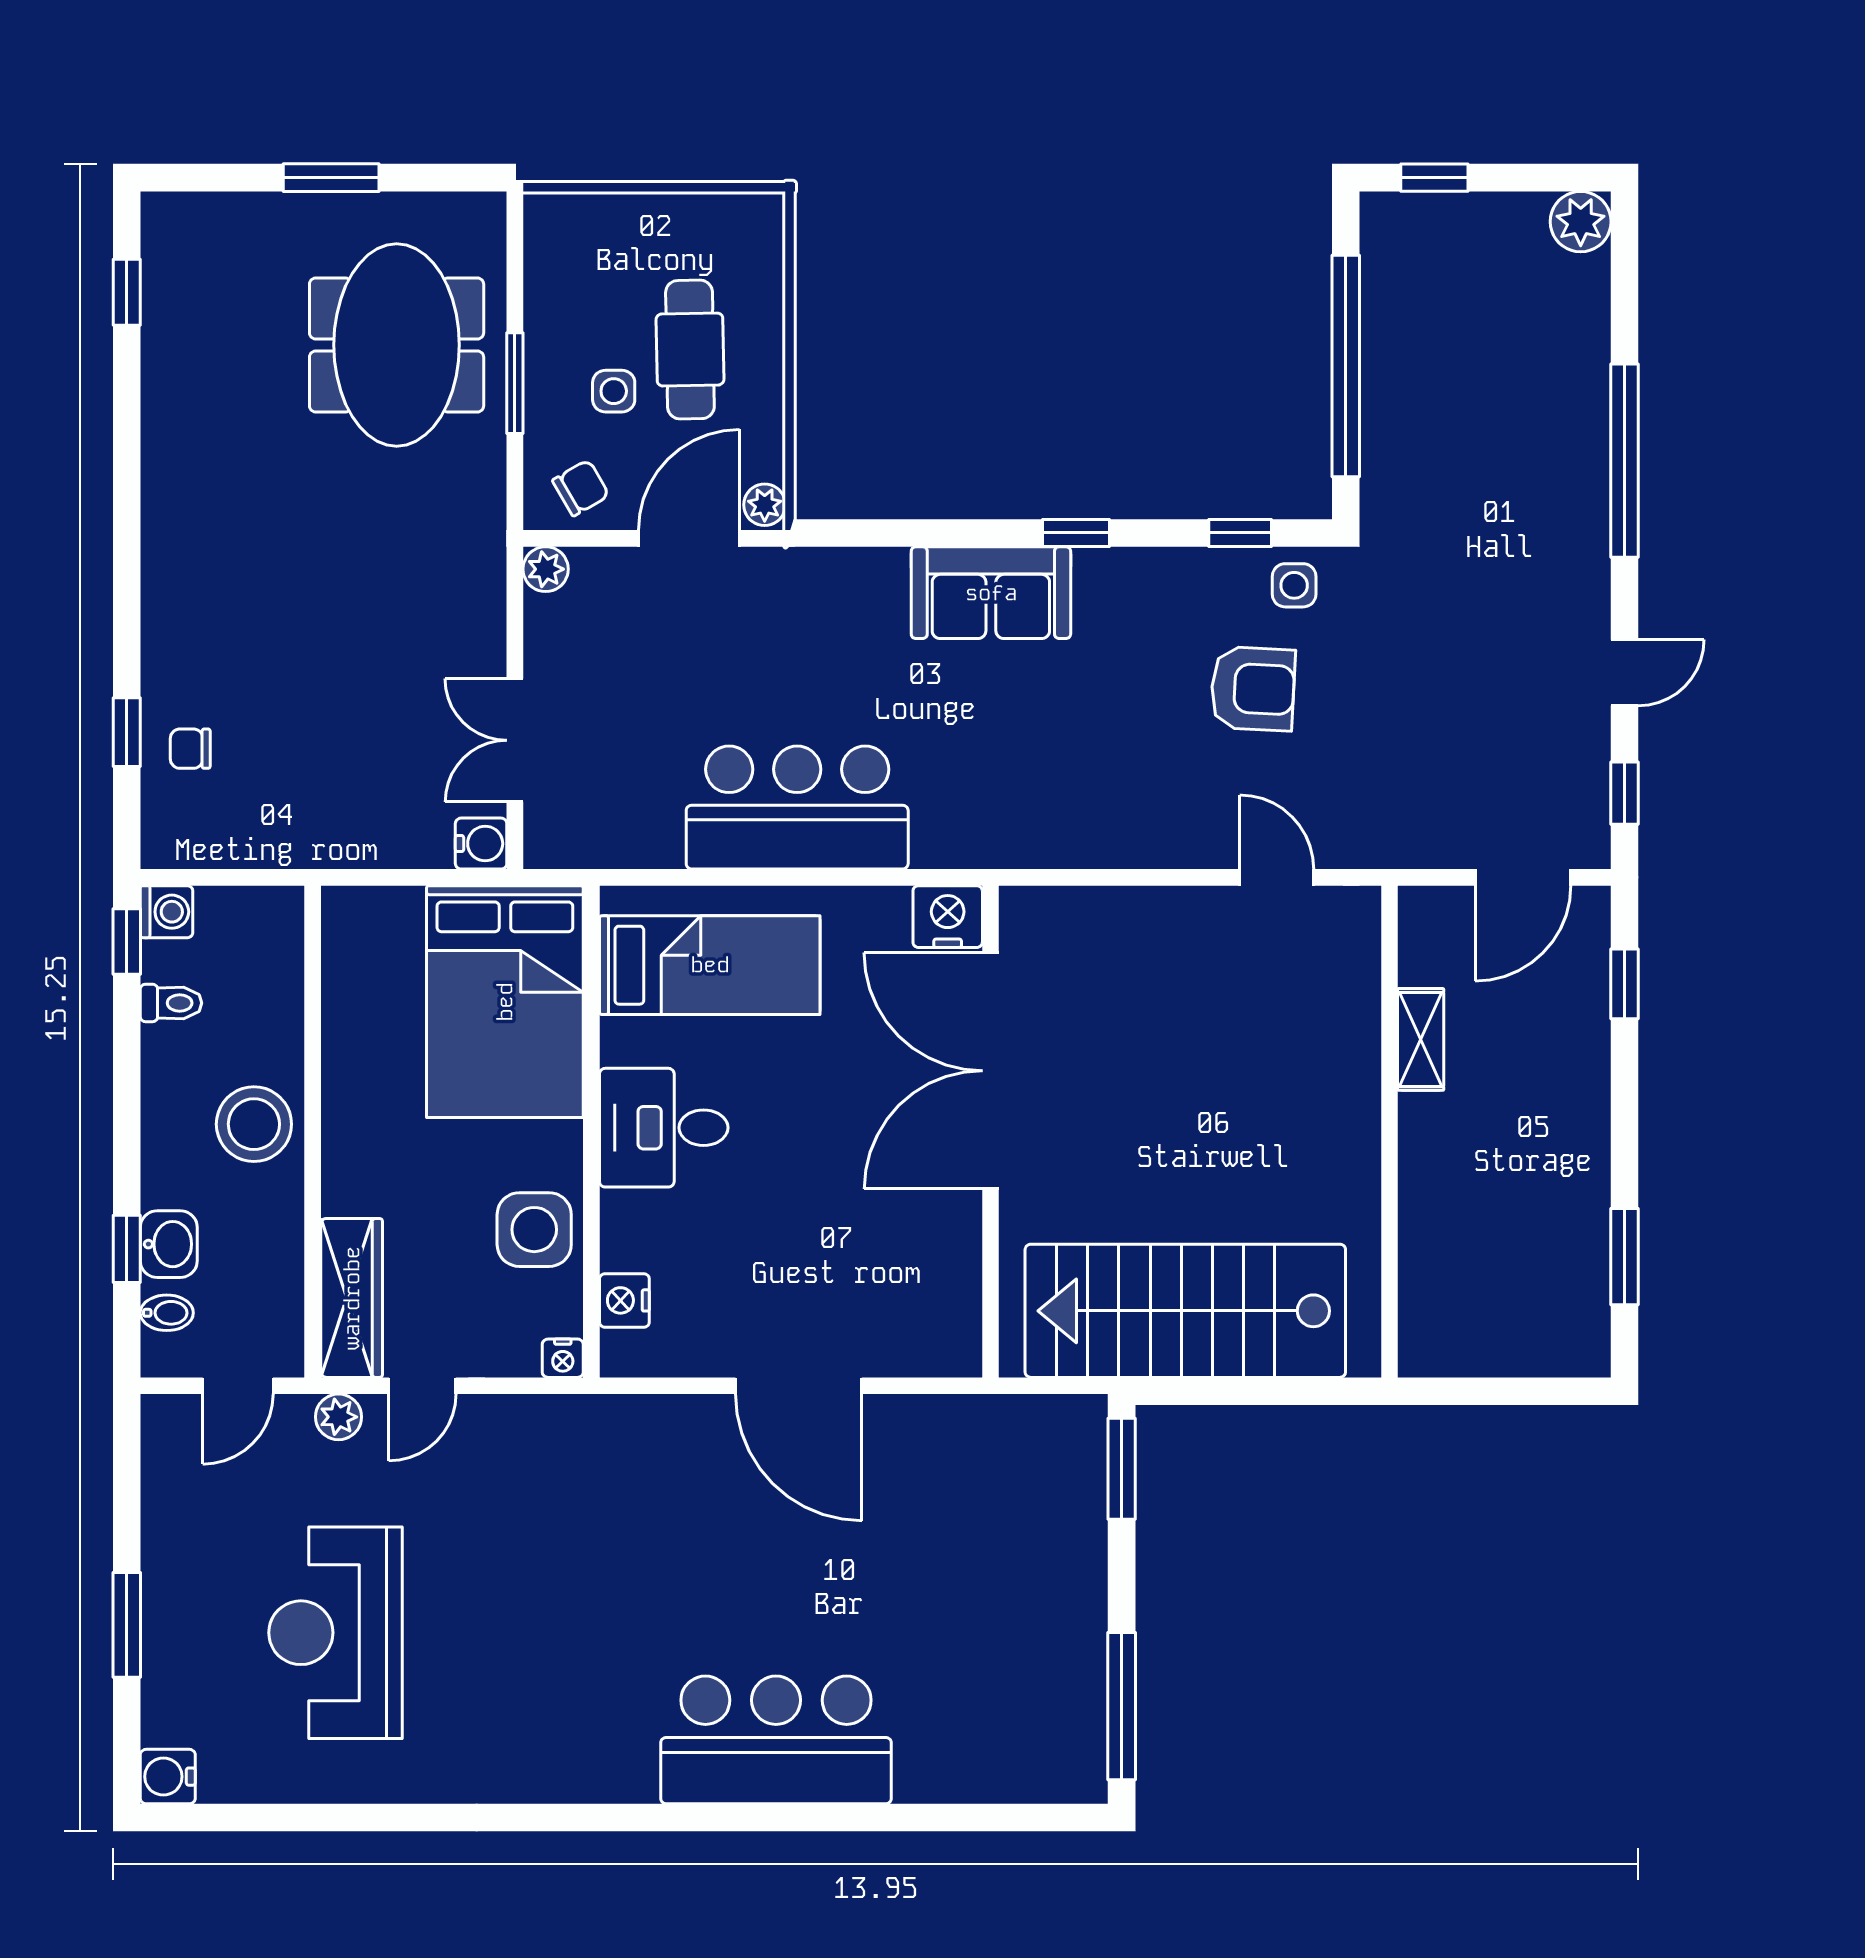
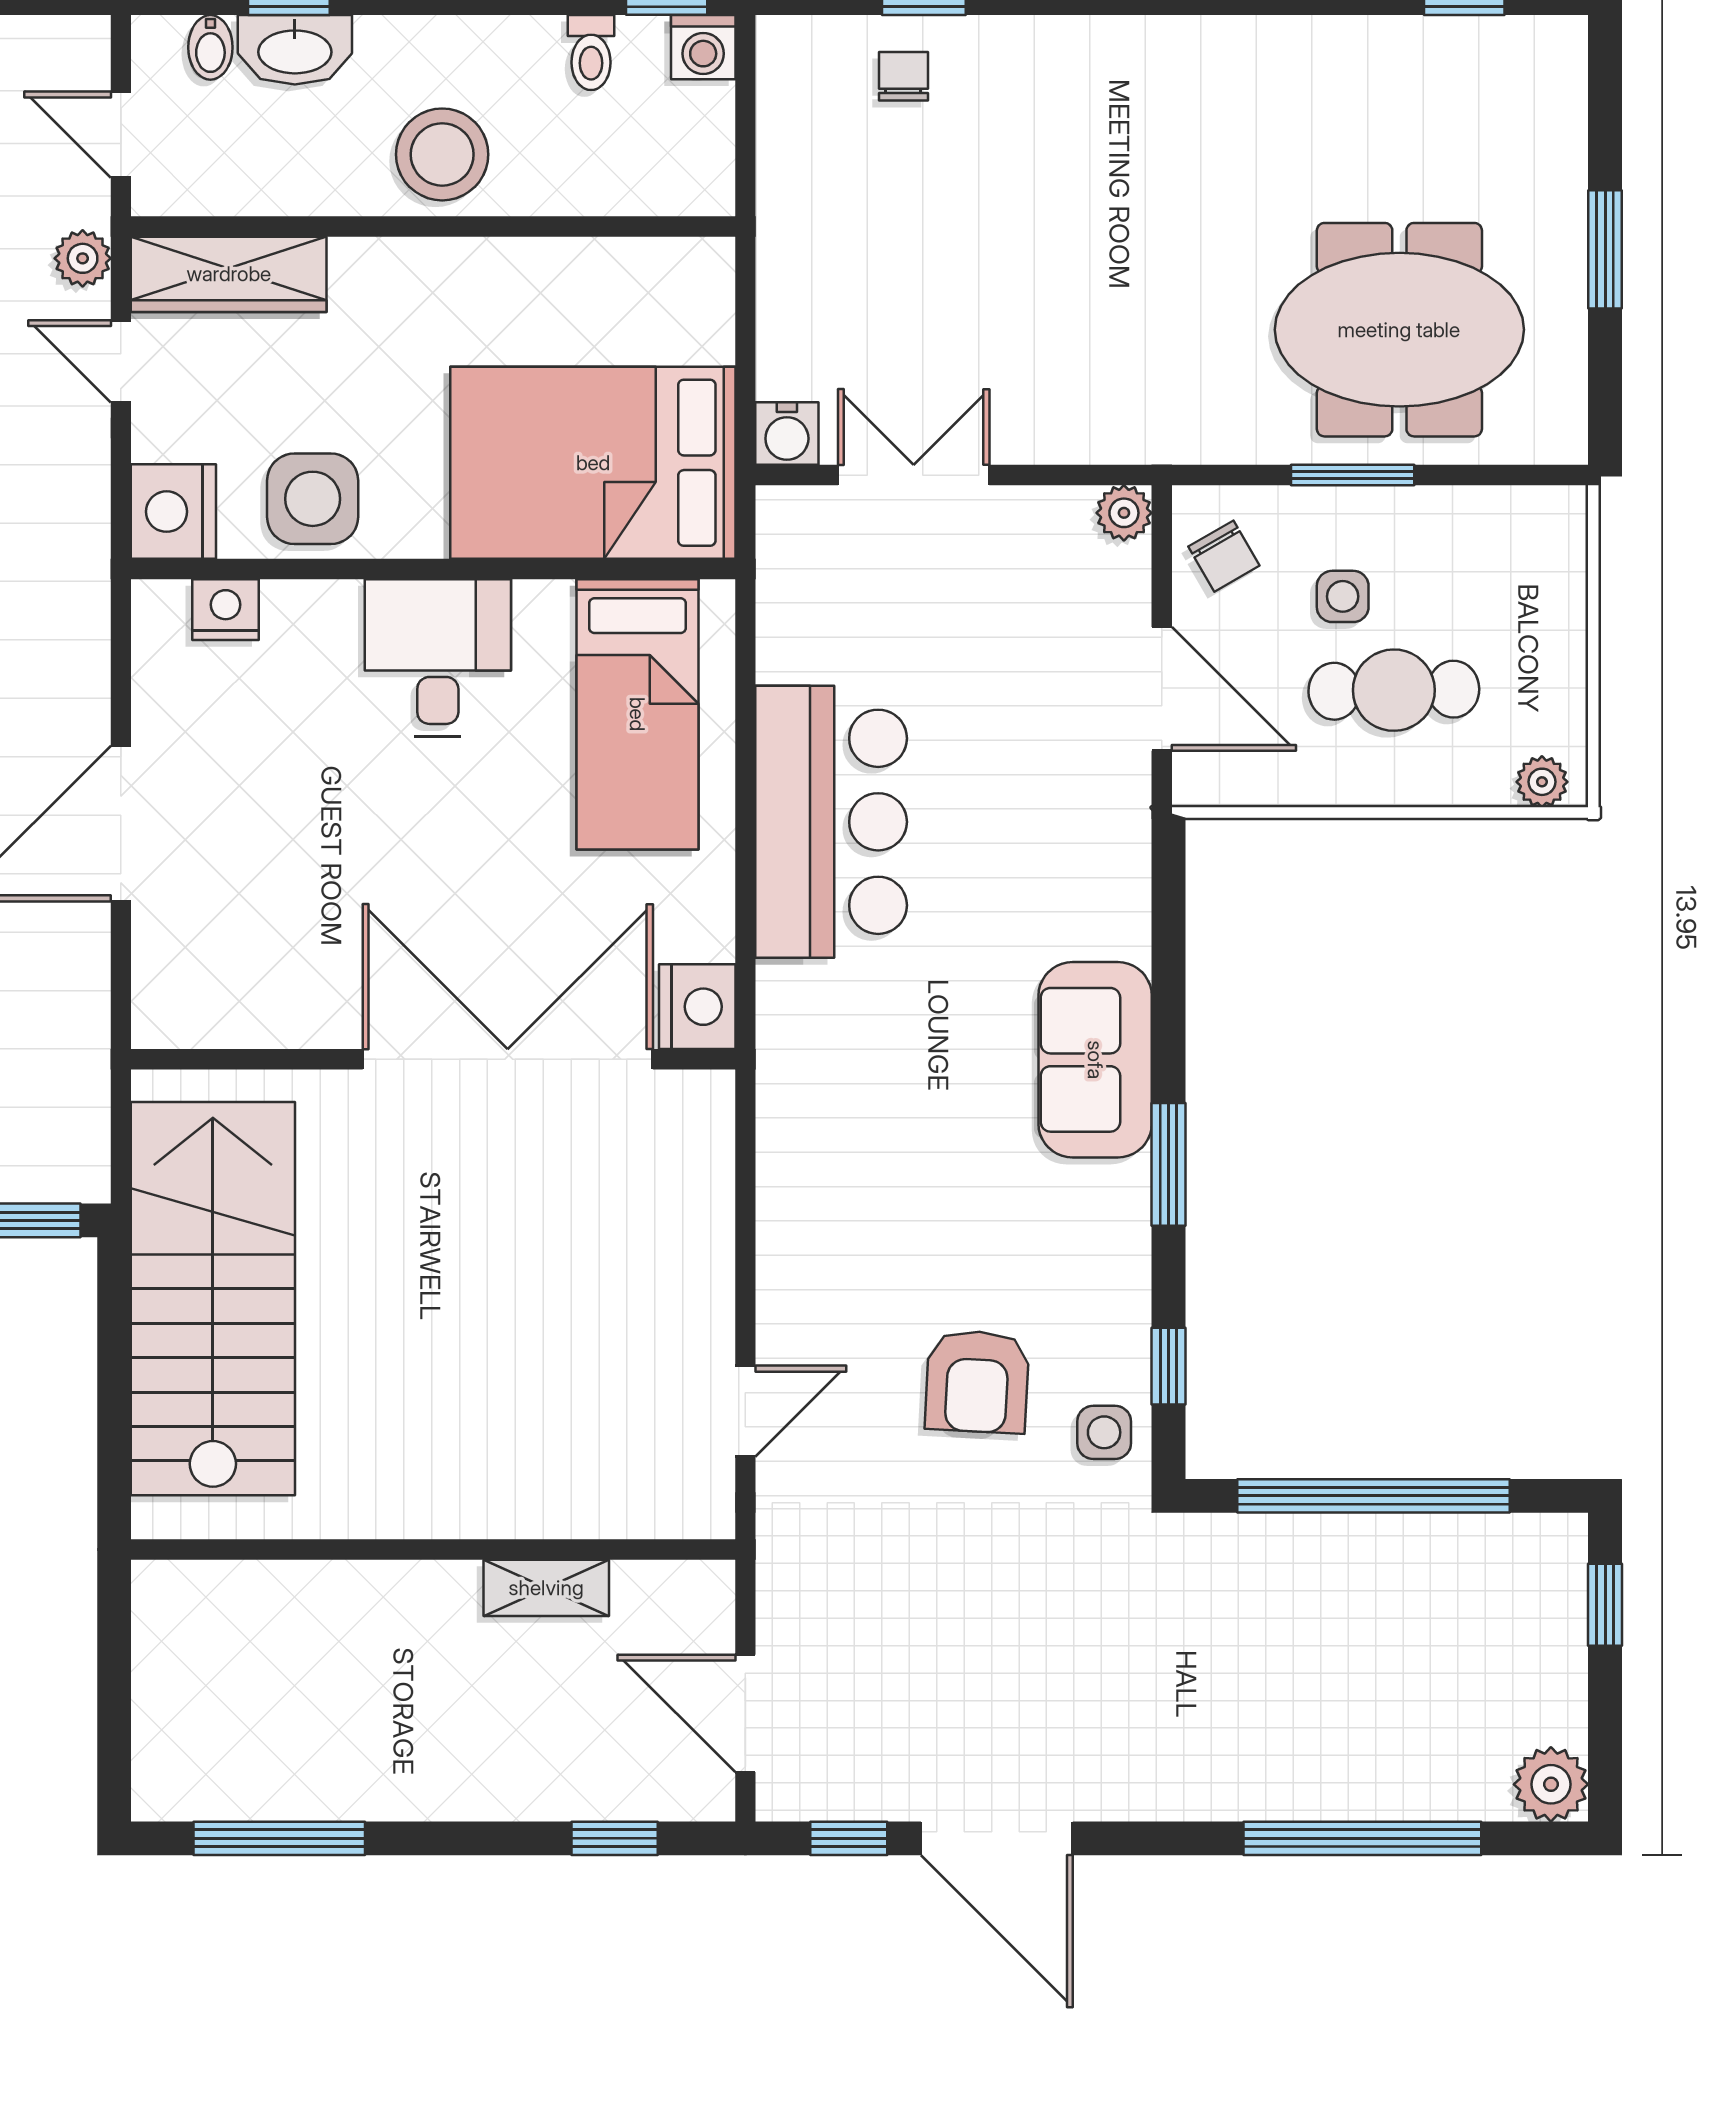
window: (1625, 461) -> (1362, 1838), moved
plant: (765, 505) -> (1542, 782), moved
window: (1076, 533) -> (1168, 1164), width x1.50
door: (1625, 673) -> (997, 1838), width x1.88
washbasin: (169, 1244) -> (295, 50), width x1.38
window: (1625, 1257) -> (279, 1838), width x1.44
nightstand: (563, 1358) -> (173, 512), width x1.89, depth x1.79

